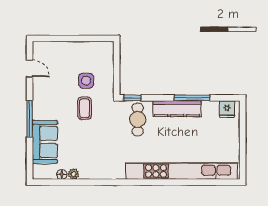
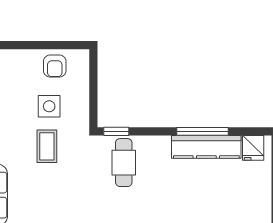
armchair: (90, 53) -> (55, 66), added
kitchen counter: (177, 109) -> (206, 147), moved

